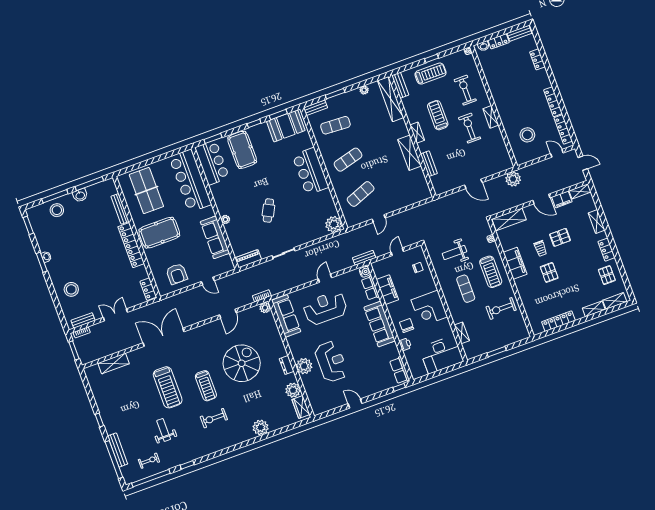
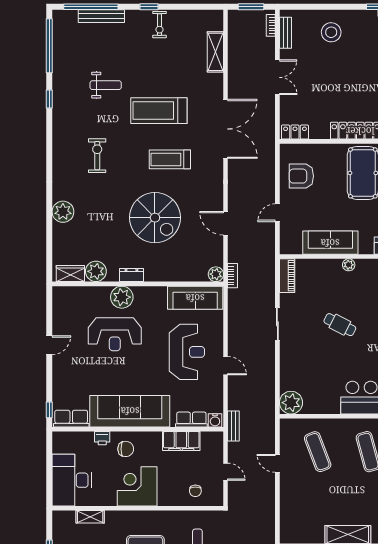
sofa: (380, 324) -> (130, 411), width x1.36, depth x1.27
treadmill: (206, 386) -> (170, 159), moved
exercise bike: (149, 461) -> (159, 25), moved

